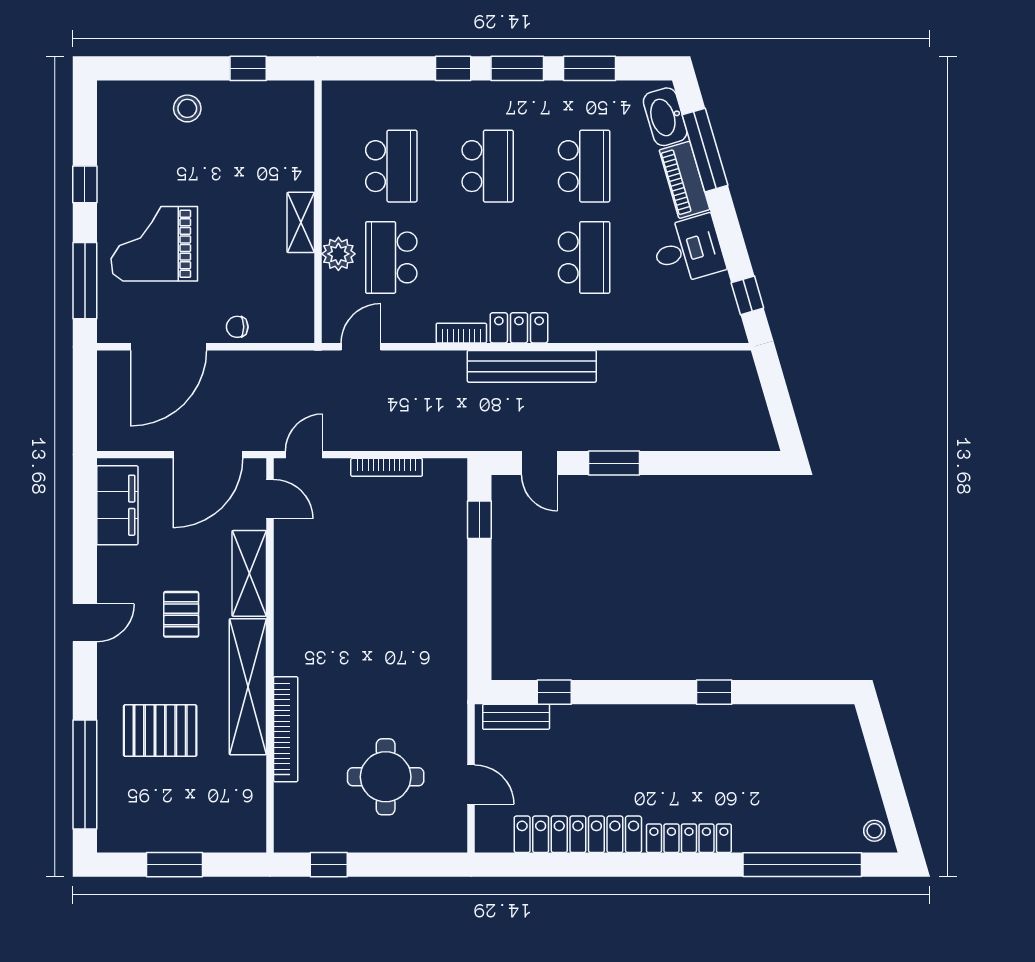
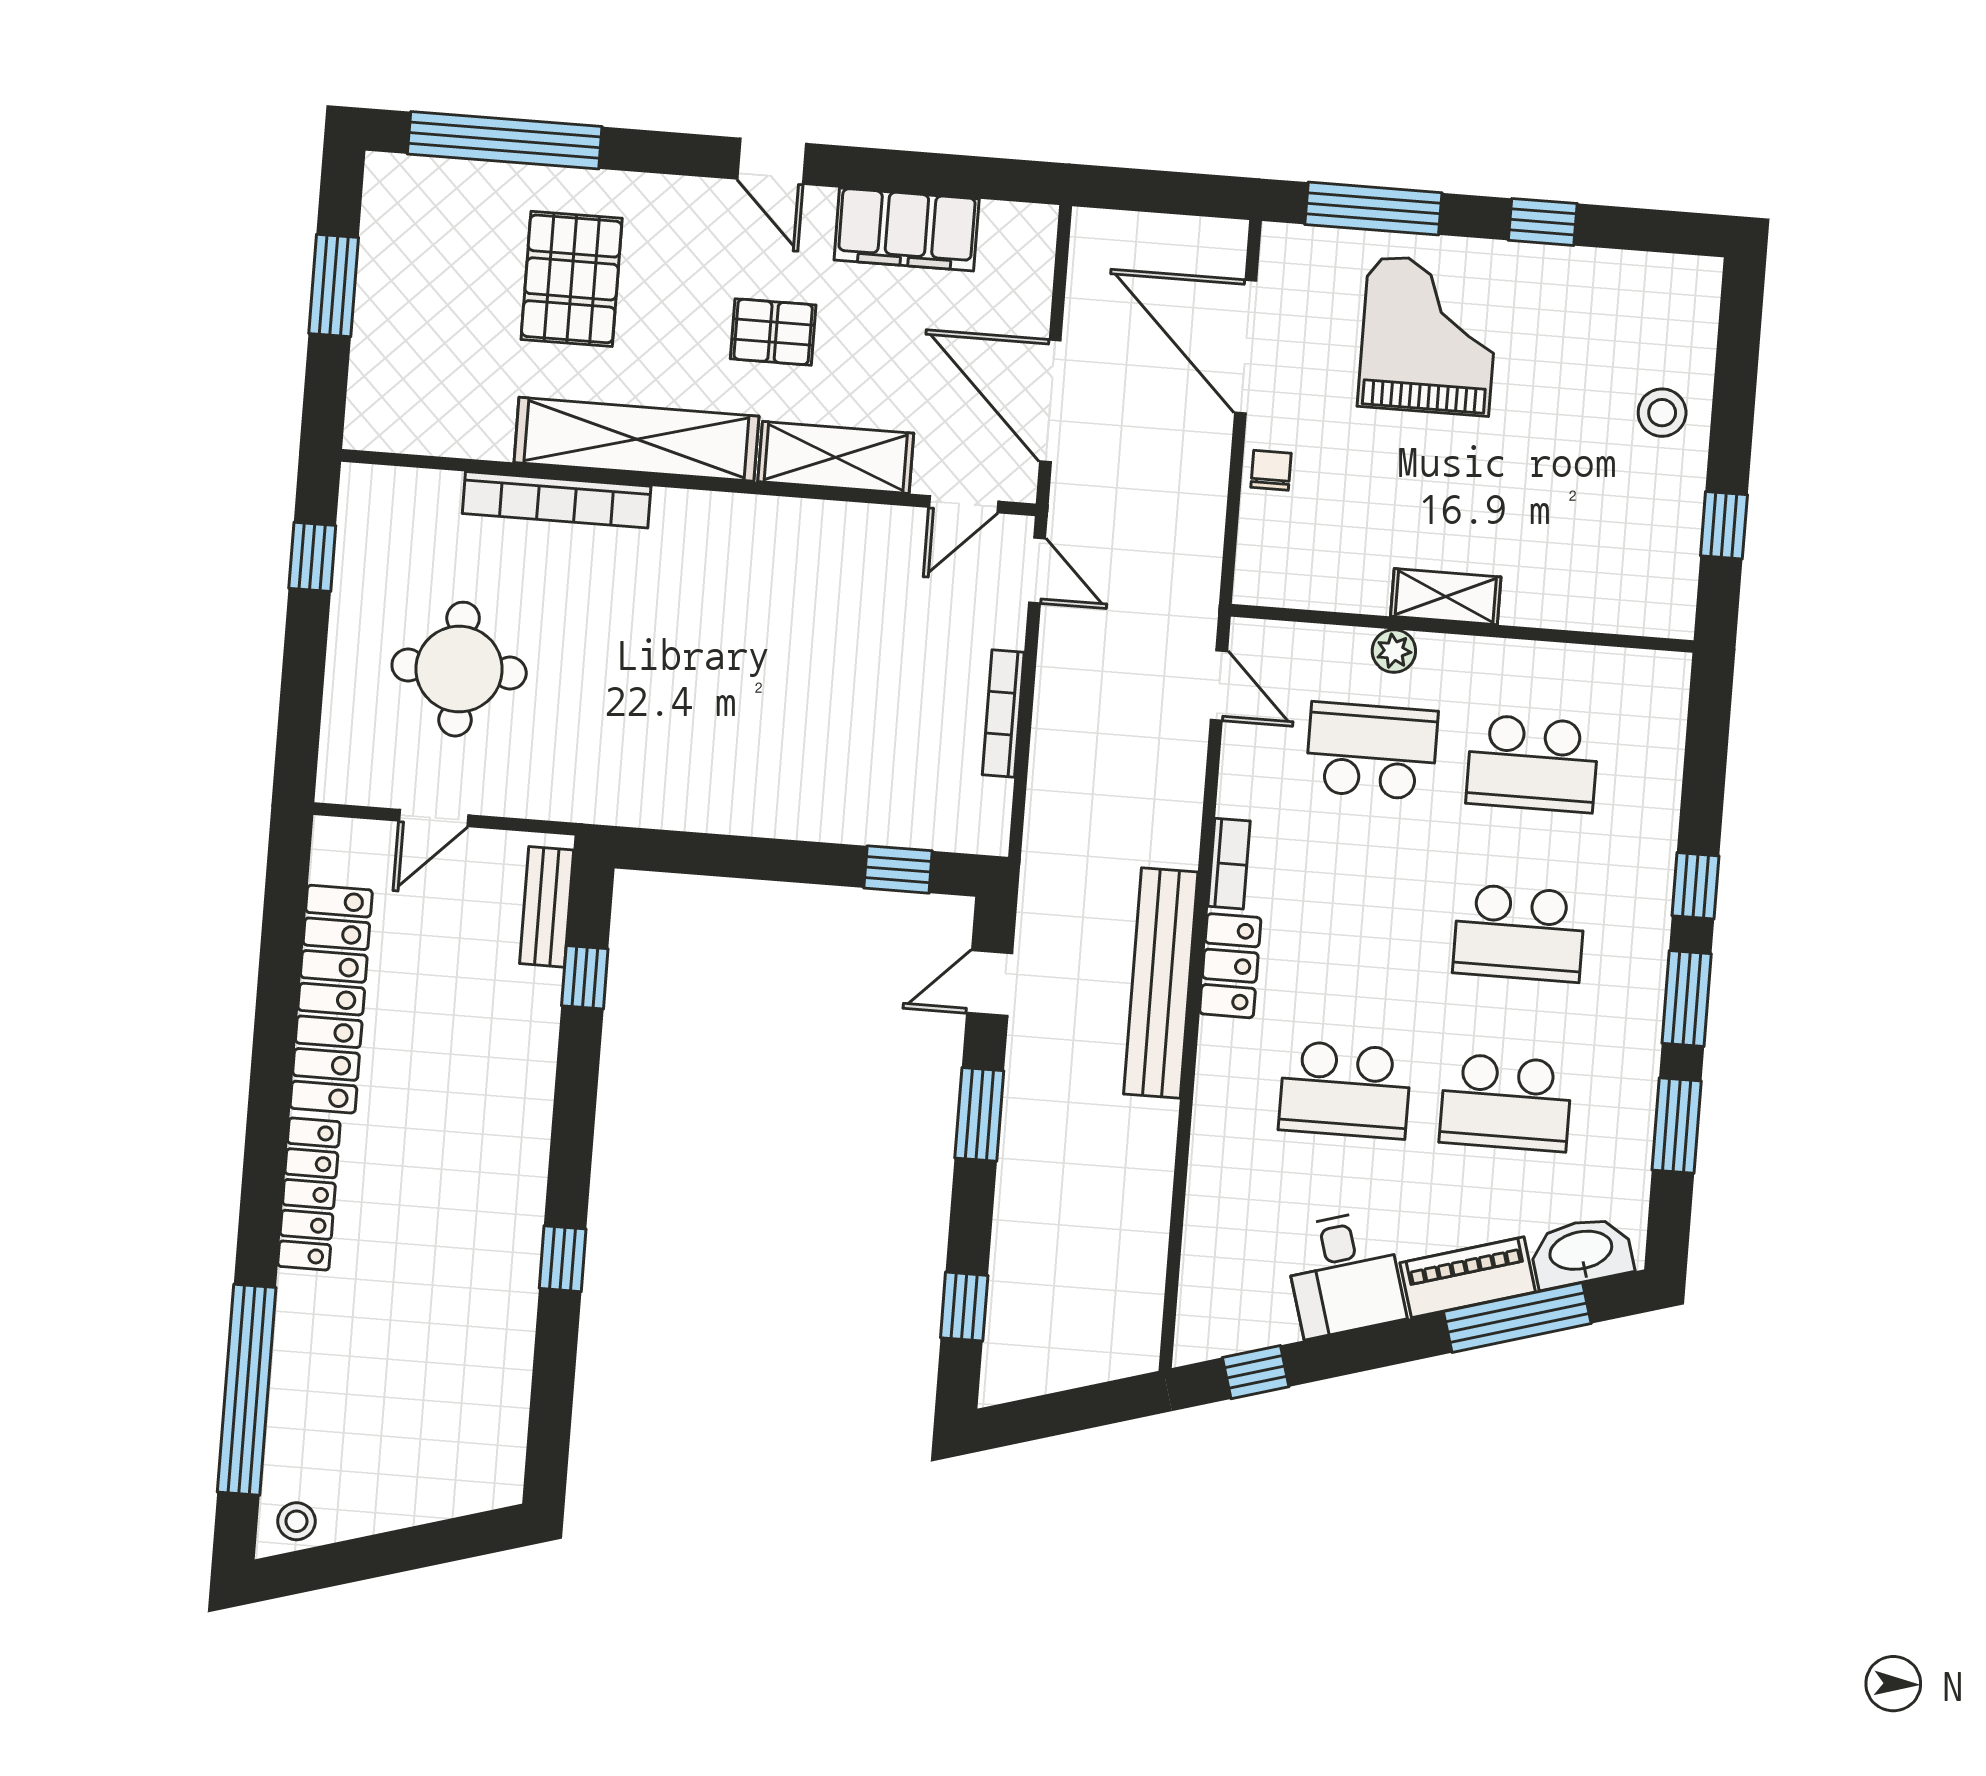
plant: (338, 254) -> (1394, 651), width x0.73, depth x0.73
window: (723, 463) -> (964, 1307), added
filing cabinet: (117, 505) -> (907, 229), moved

